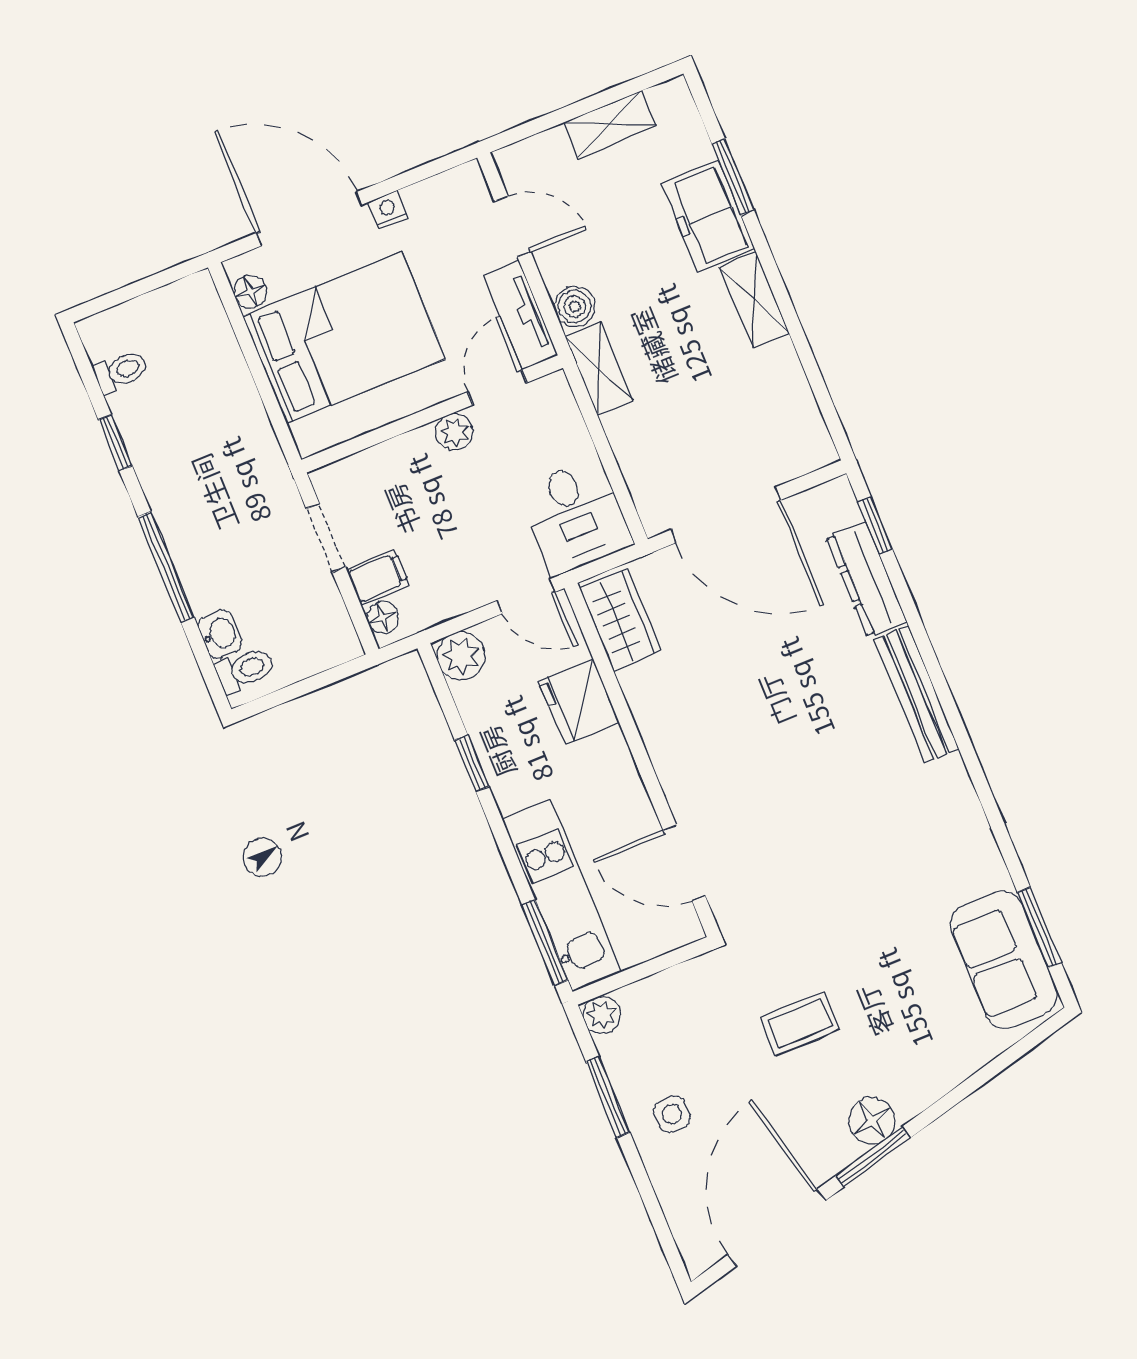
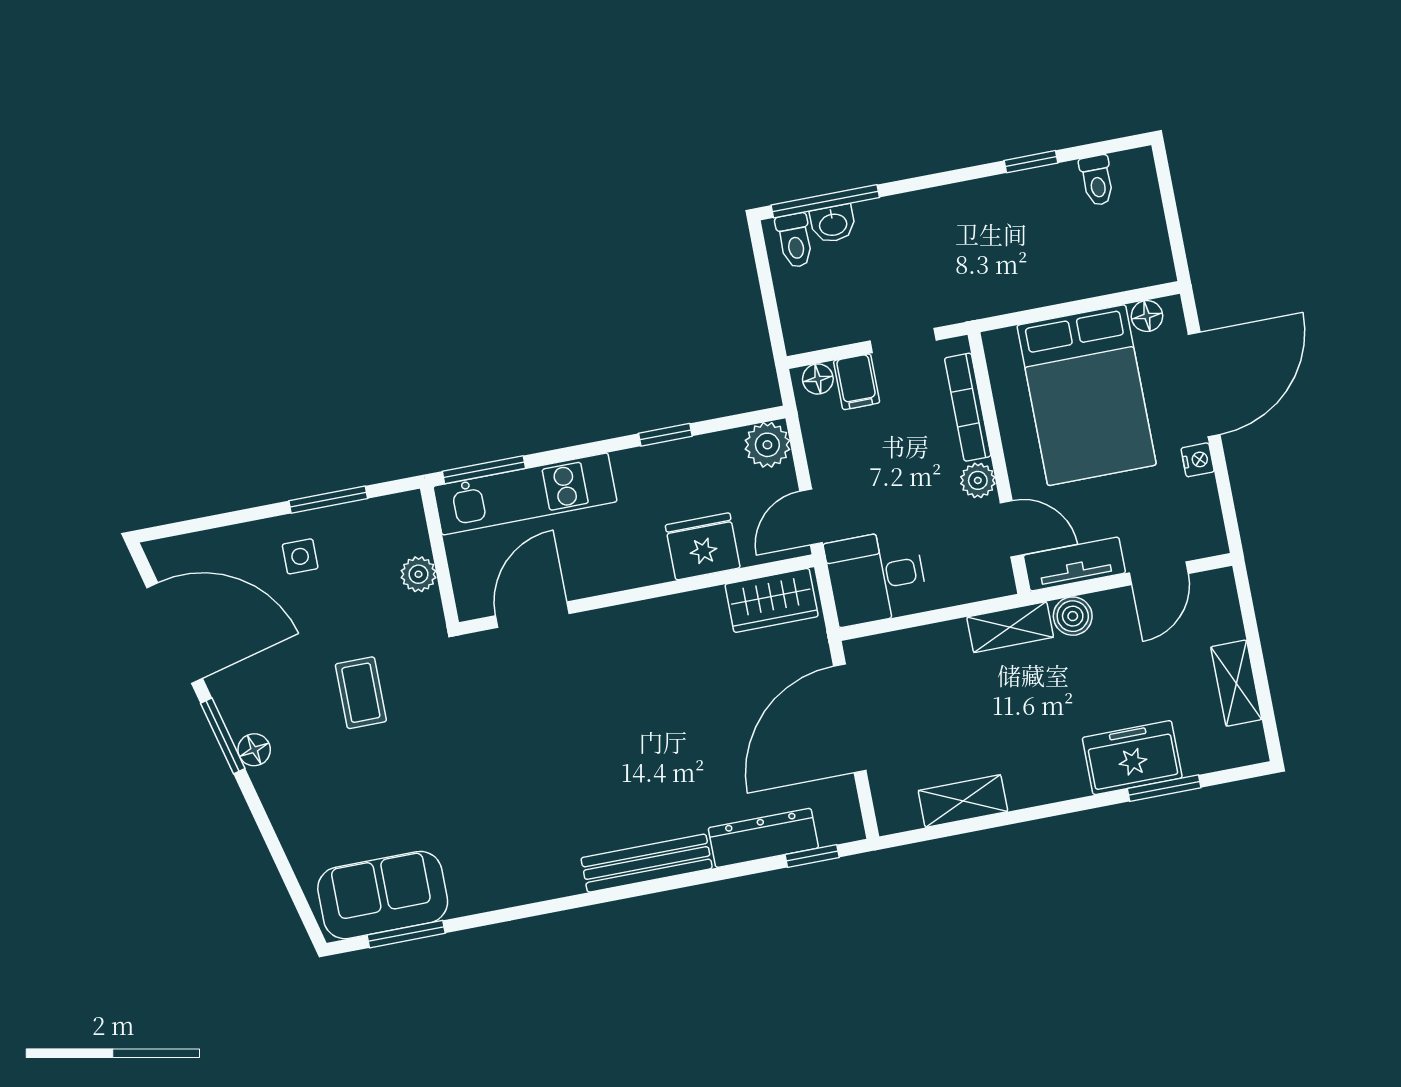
shelving: (754, 300) -> (963, 801), moved
bookcase: (381, 457) -> (968, 407), added
window: (166, 567) -> (825, 201), moved
plant: (602, 1015) -> (418, 574), moved
floor lamp: (872, 1120) -> (254, 750), width x0.73, depth x0.73

